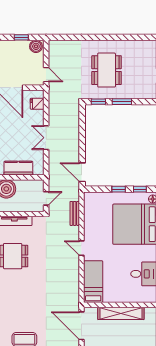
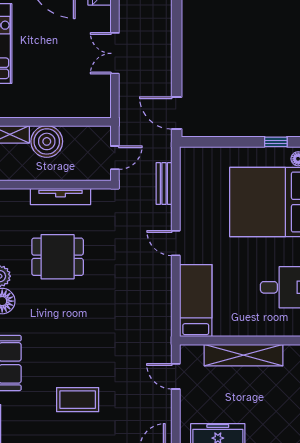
kitchen counter: (18, 168) -> (67, 106), removed
window: (119, 189) -> (239, 142), removed
door: (81, 326) -> (176, 376), width x0.53

